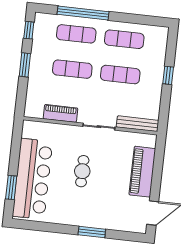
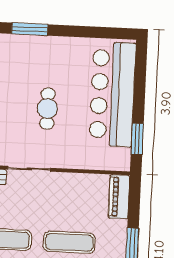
piano: (60, 113) -> (119, 197), moved, turned 90
window: (11, 187) -> (137, 139), moved

